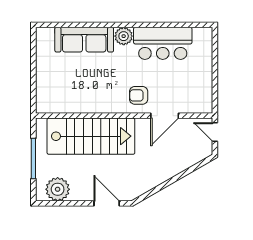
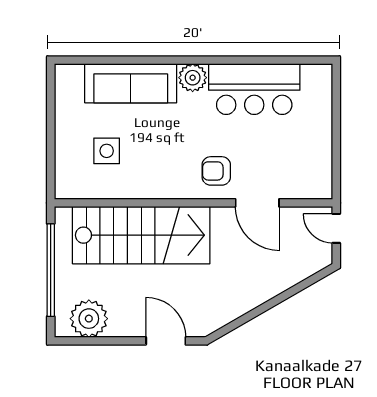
side table: (69, 83) -> (107, 151), added
door: (165, 116) -> (257, 203), hinge flipped
window: (33, 158) -> (51, 270), width x1.46

